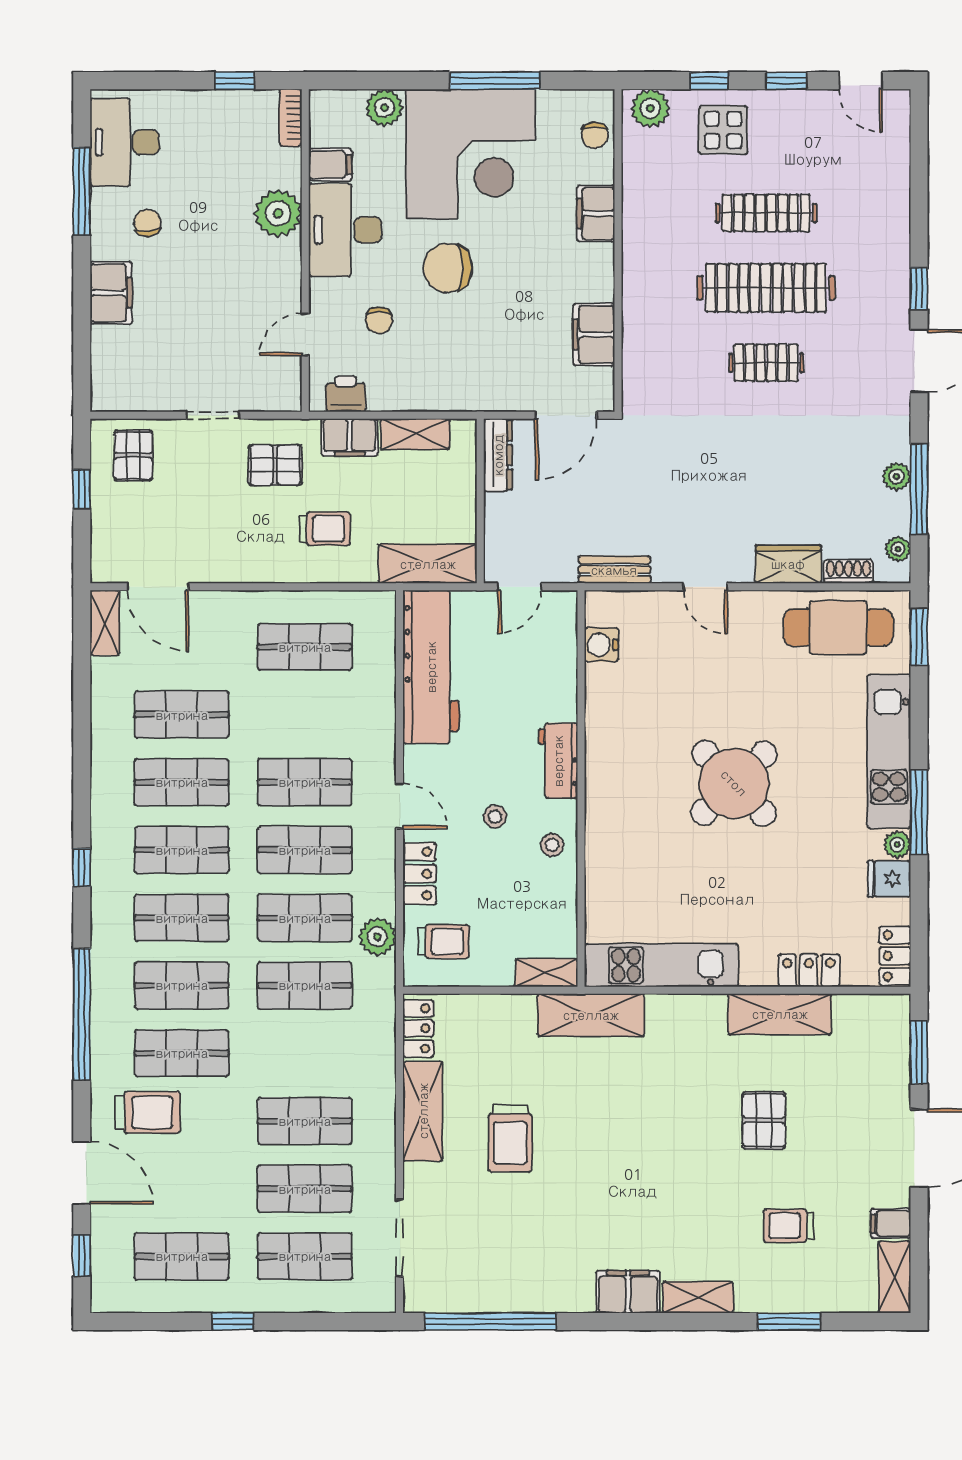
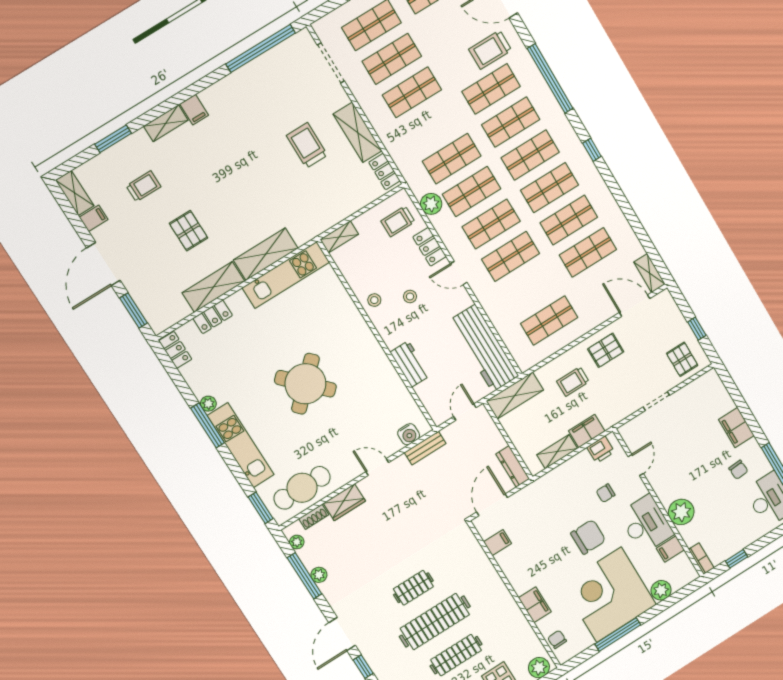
chair: (379, 320) -> (606, 493), turned -90
filing cabinet: (594, 334) -> (497, 543), width x0.50
pallet: (275, 465) -> (606, 350), moved
water cooler: (601, 645) -> (409, 434), moved, turned 90
workbench: (558, 761) -> (410, 364), moved
fridge: (889, 879) -> (202, 385), removed
shelving: (591, 1015) -> (266, 254), moved
filing cabinet: (628, 1292) -> (194, 110), width x0.50

